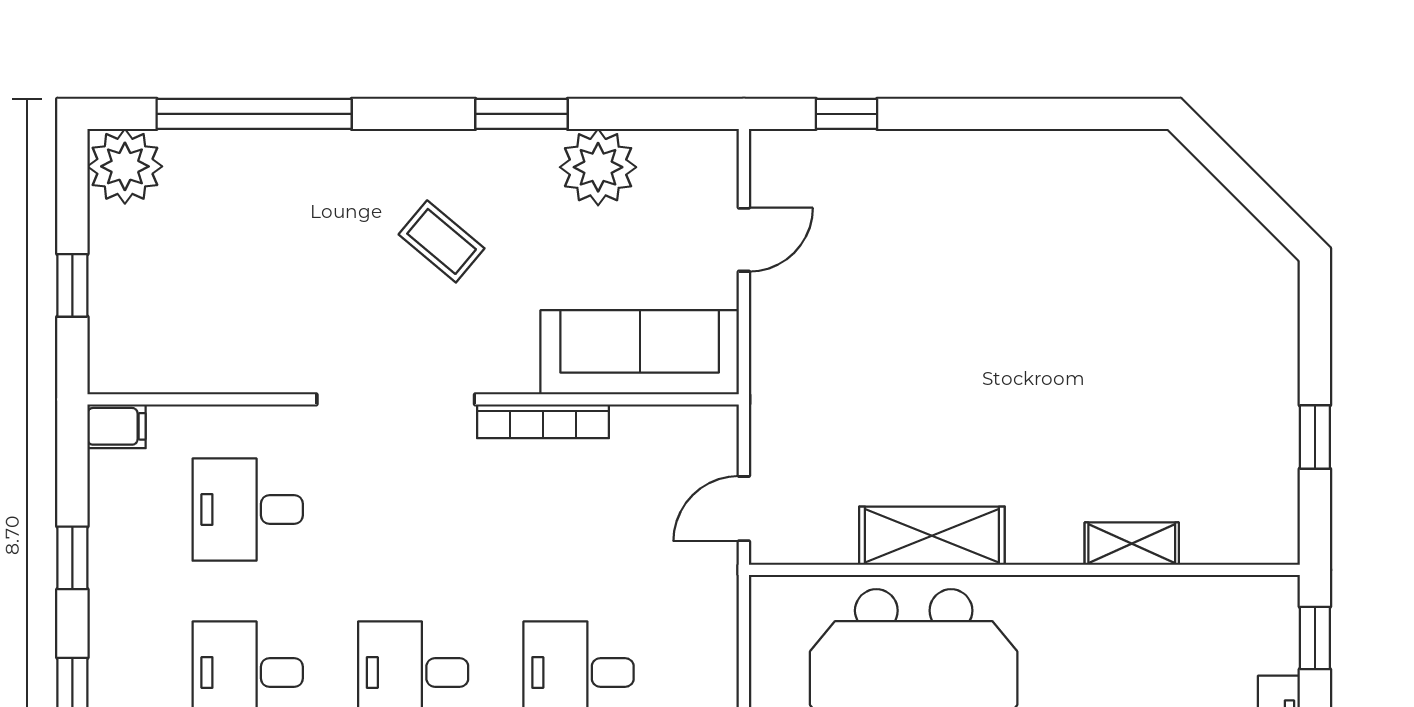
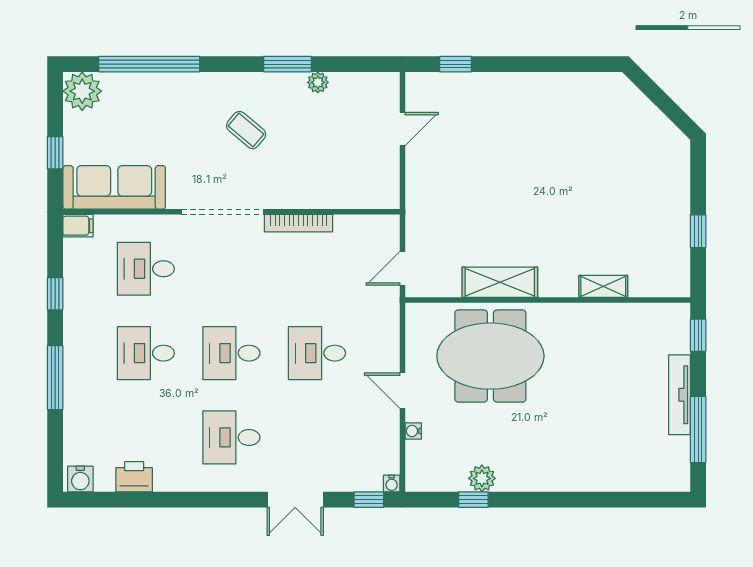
plant: (598, 167) -> (318, 82), width x0.53, depth x0.53
sofa: (640, 352) -> (114, 187), moved

